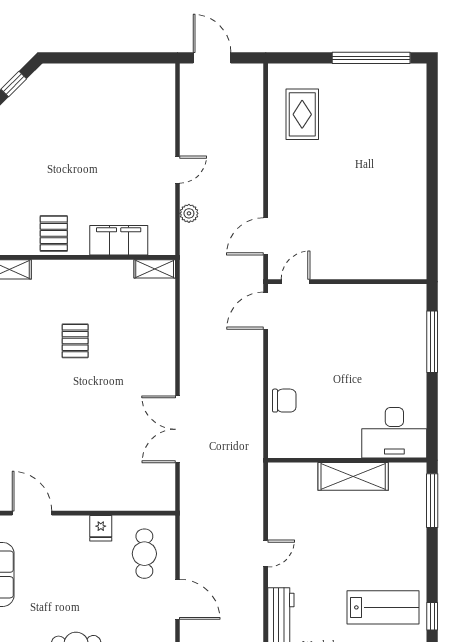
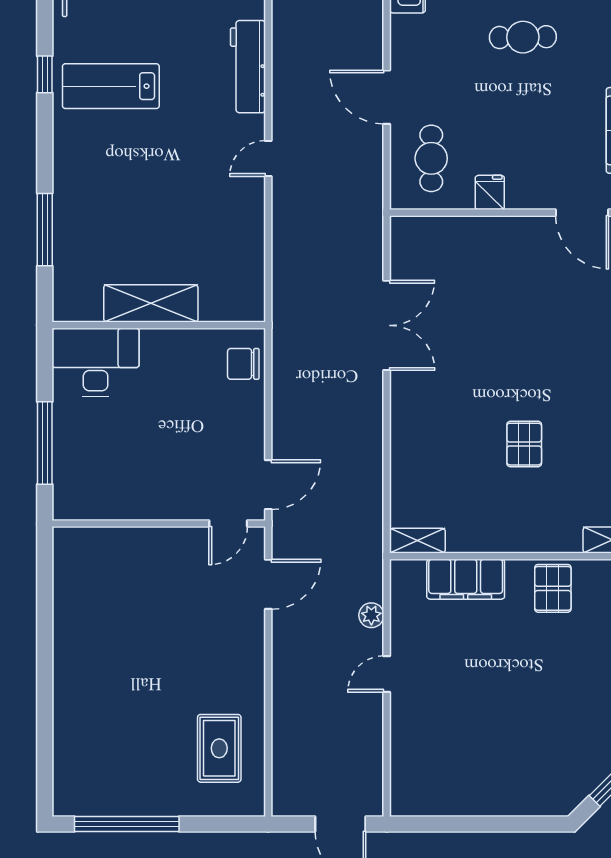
desk: (394, 433) -> (96, 362), moved
wall: (347, 460) -> (159, 325), moved
shelving: (353, 476) -> (151, 303), moved

